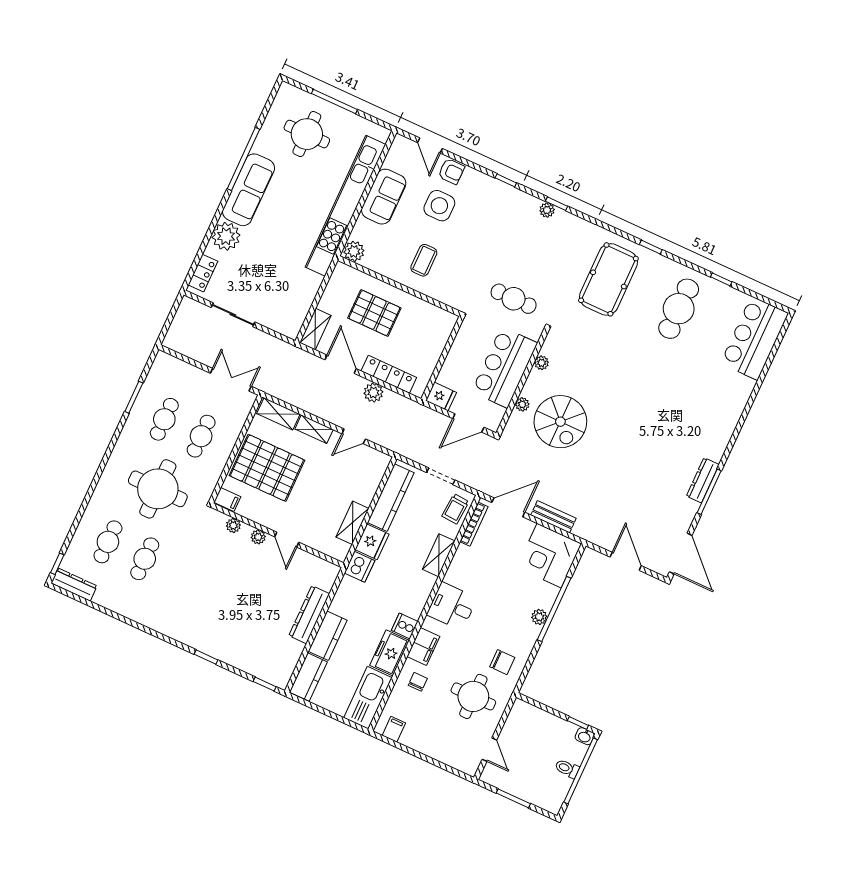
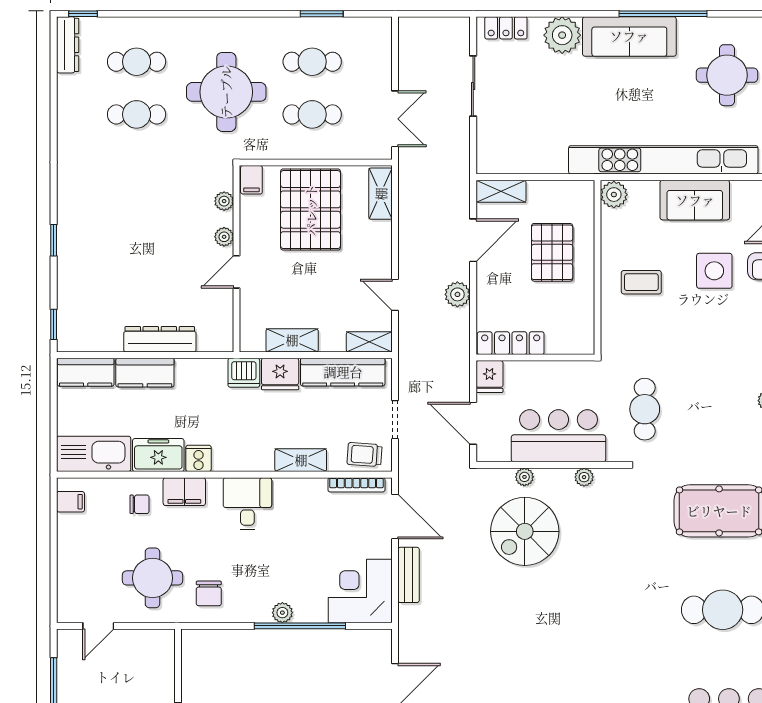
locker: (389, 374) -> (511, 343), moved, turned -90
shelving: (314, 429) -> (369, 342), moved, turned 90

